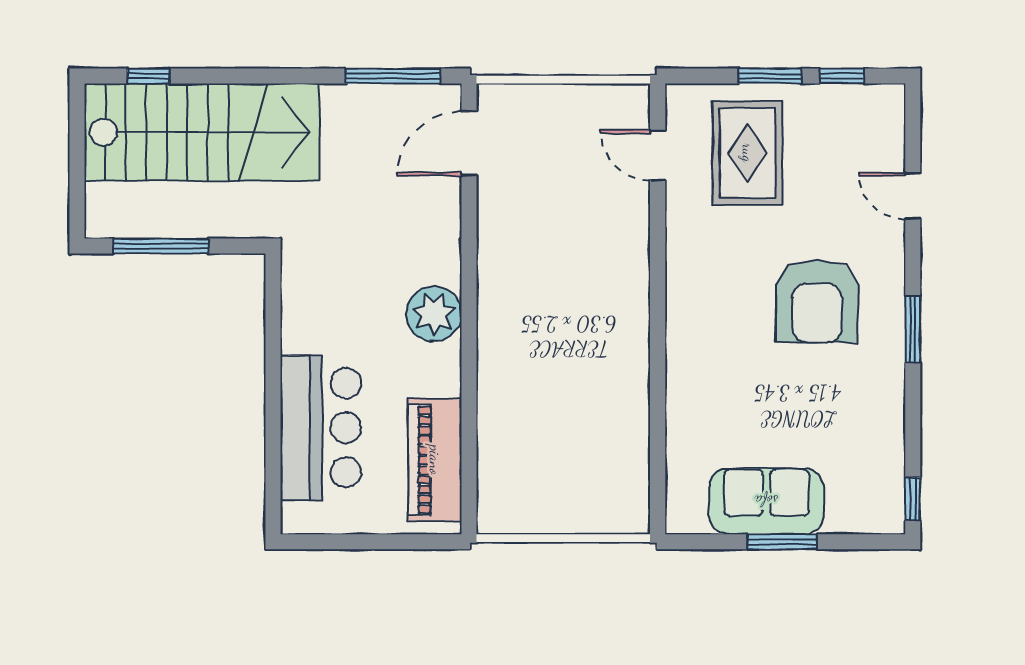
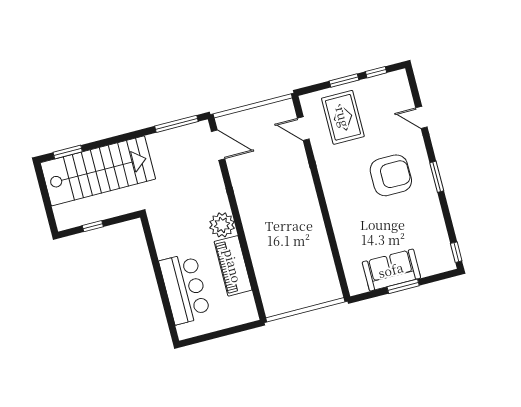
window: (148, 76) -> (68, 152), width x1.50
door: (469, 143) -> (218, 145), swing flipped
window: (161, 246) -> (93, 226), width x0.46
armchair: (817, 301) -> (391, 175), turned -90
piano: (435, 460) -> (233, 266), moved

